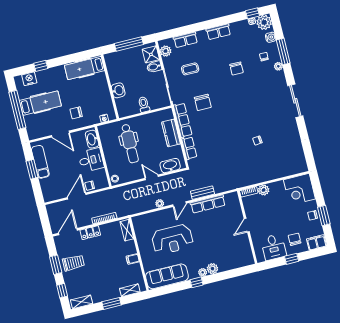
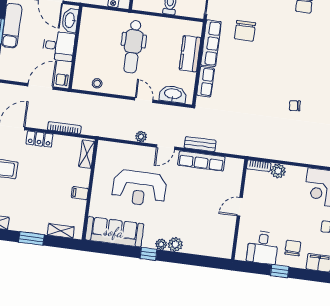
washbasin: (92, 139) -> (70, 20), moved
wall: (103, 156) -> (75, 47), moved
desk: (91, 160) -> (59, 46), moved

